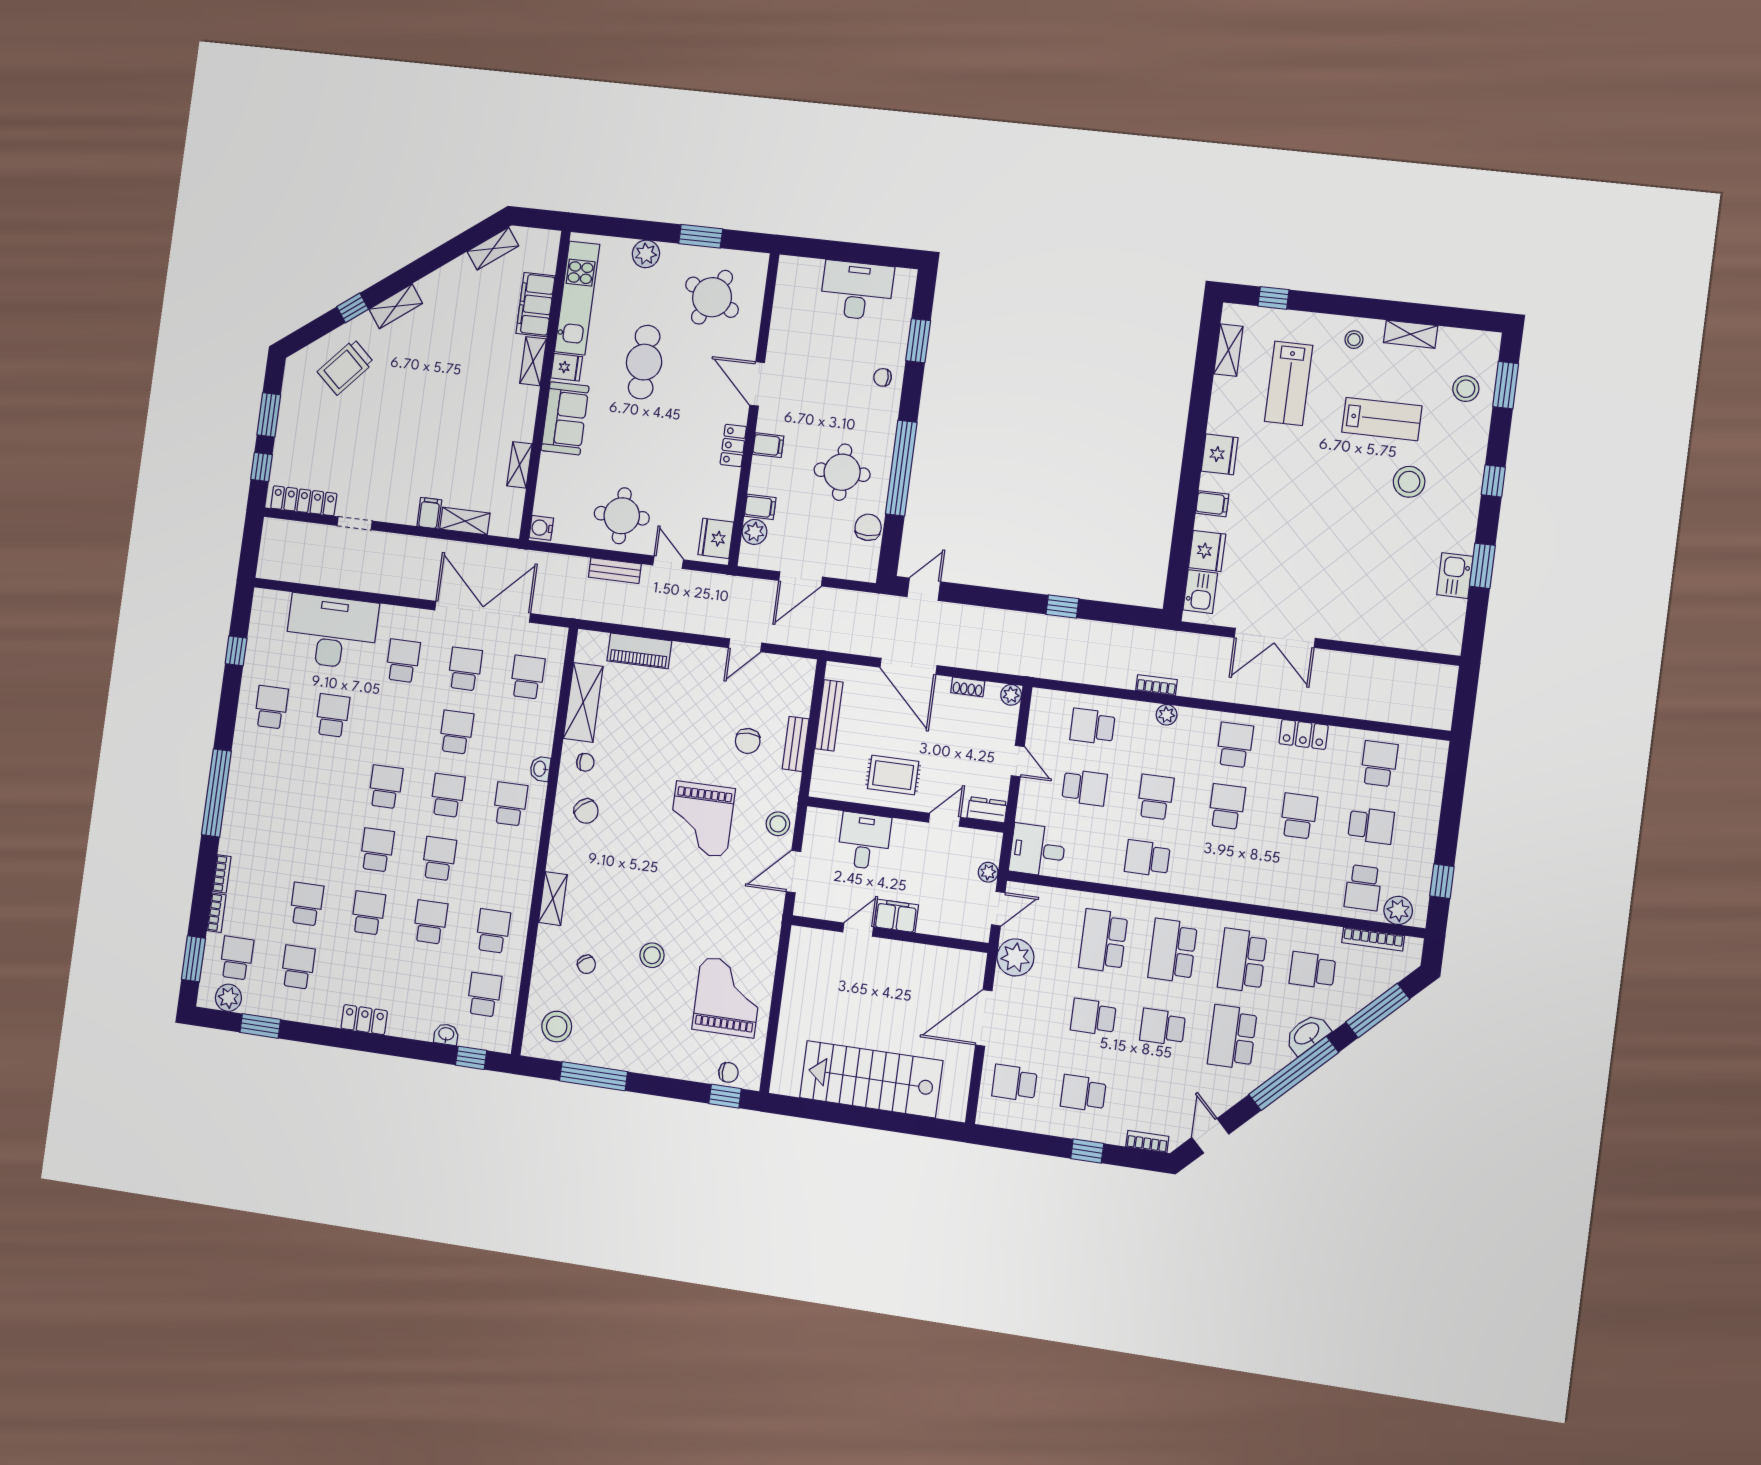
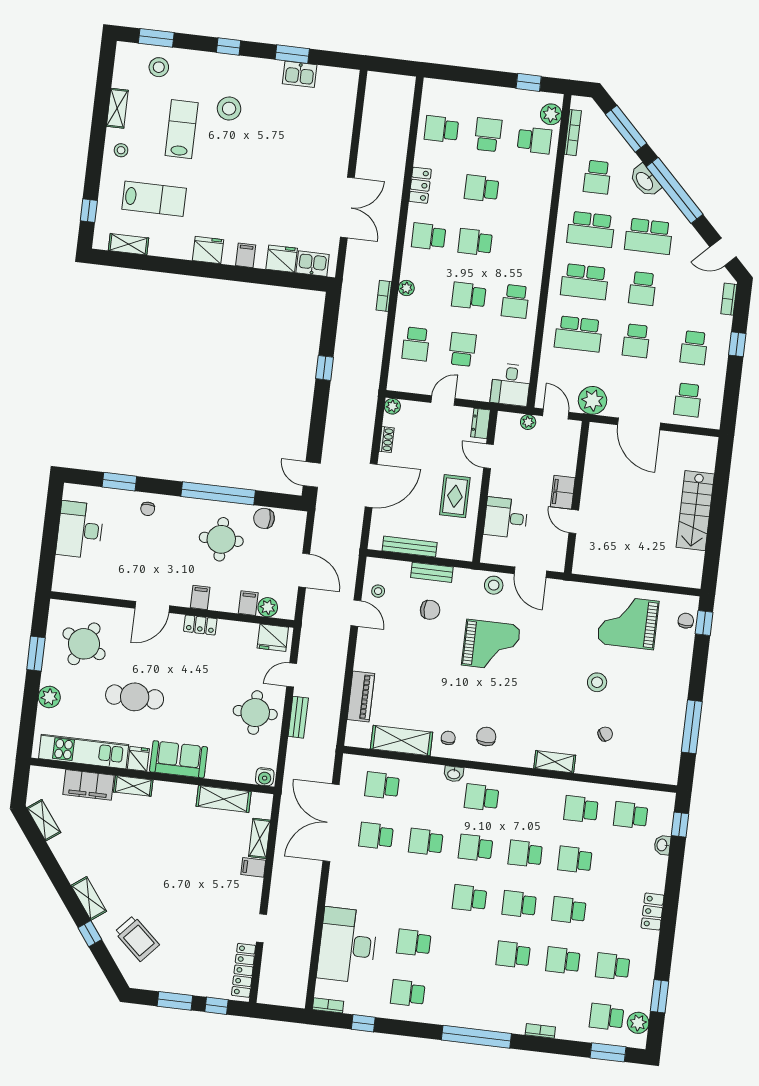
shelving: (519, 465) -> (224, 799), width x1.50, depth x1.33
school desk: (403, 661) -> (513, 955), moved
chair: (586, 811) -> (486, 737), turned -50
bookcase: (216, 913) -> (328, 1005), moved
stool: (557, 1027) -> (378, 591), moved, width x0.53, depth x0.53
stairs: (871, 1079) -> (695, 511), width x0.73, depth x0.66

